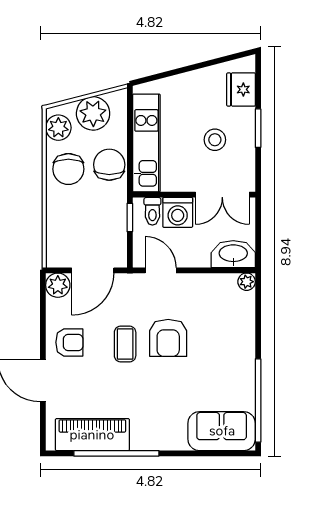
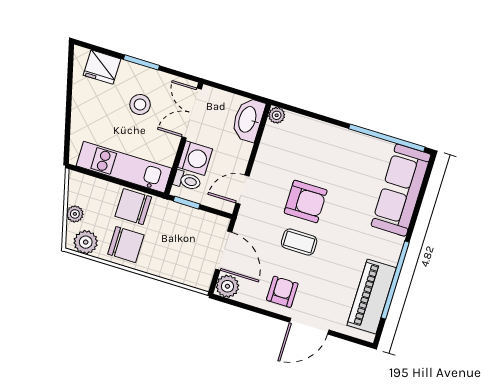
plant: (93, 113) -> (75, 214), width x0.53, depth x0.53
double door: (222, 195) -> (192, 113), swing flipped
sofa: (222, 431) -> (401, 190), width x1.36

